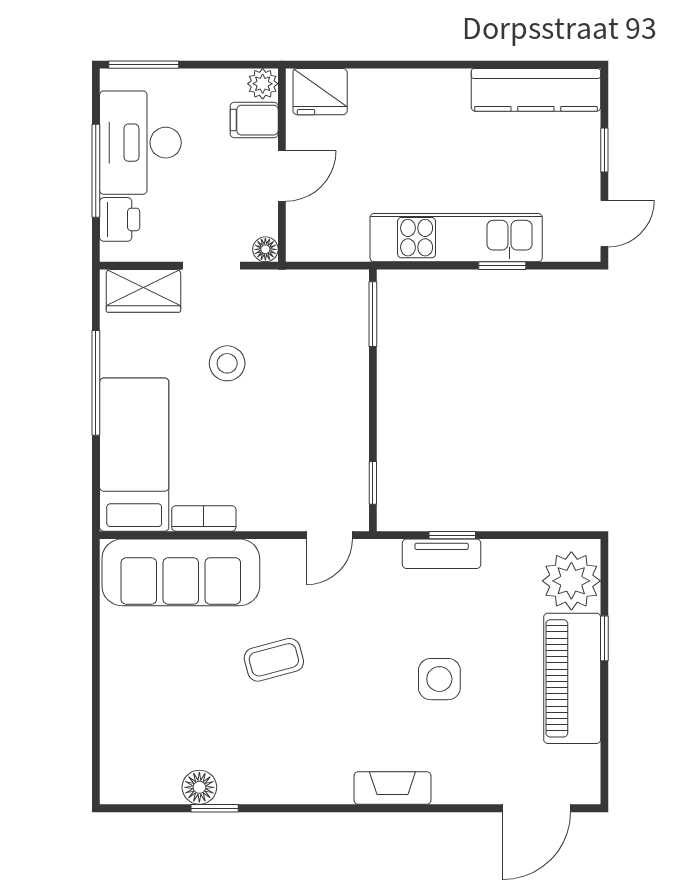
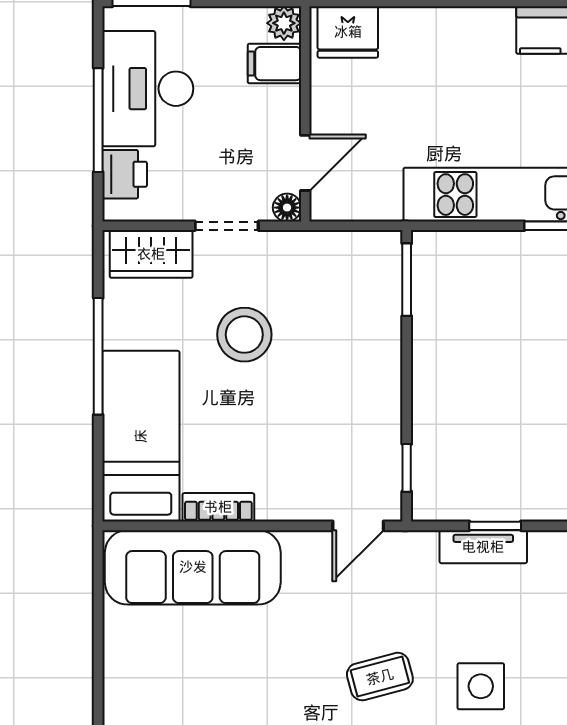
door: (282, 176) -> (305, 163), moved
stool: (227, 363) -> (244, 335), width x1.38, depth x1.38
coffee table: (274, 660) -> (380, 677), moved

